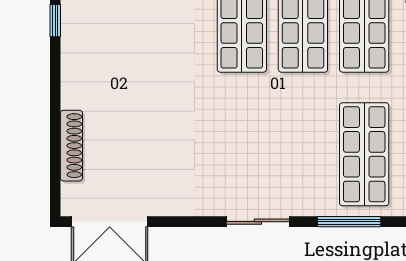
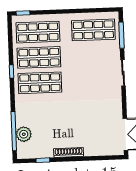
shoe rack: (71, 146) -> (69, 152), moved

